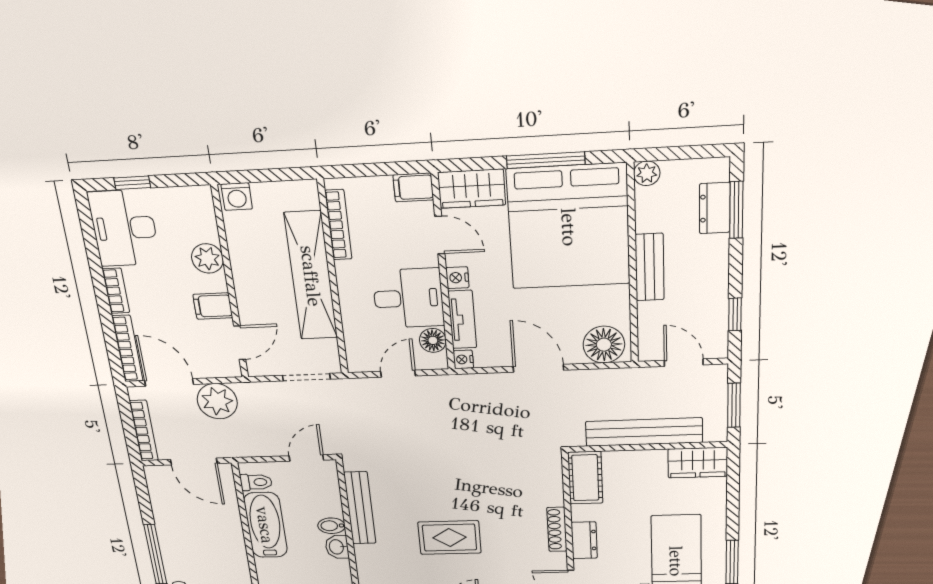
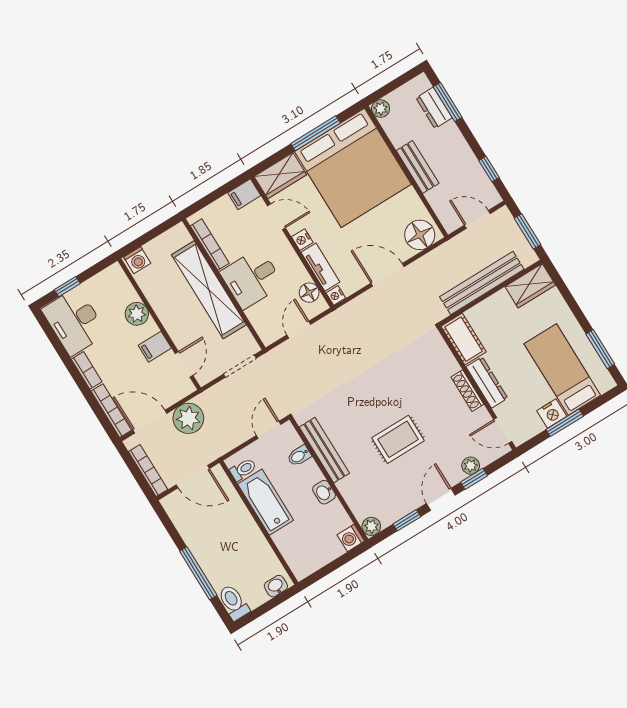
desk: (408, 298) -> (252, 278), moved, turned 180
bidet: (331, 526) -> (299, 456), moved
dresser: (584, 540) -> (487, 382), width x1.44

